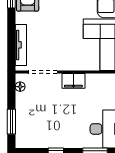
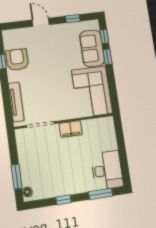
floor lamp: (20, 87) -> (27, 192), moved

